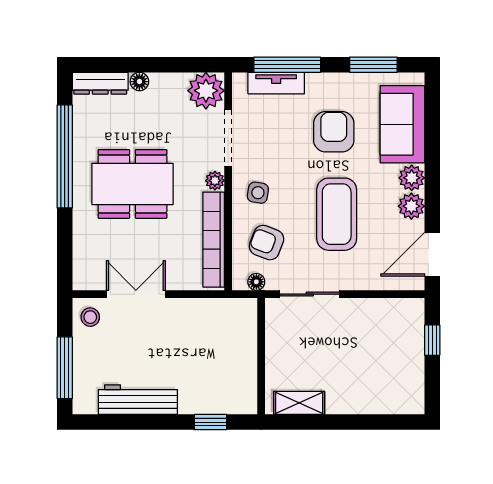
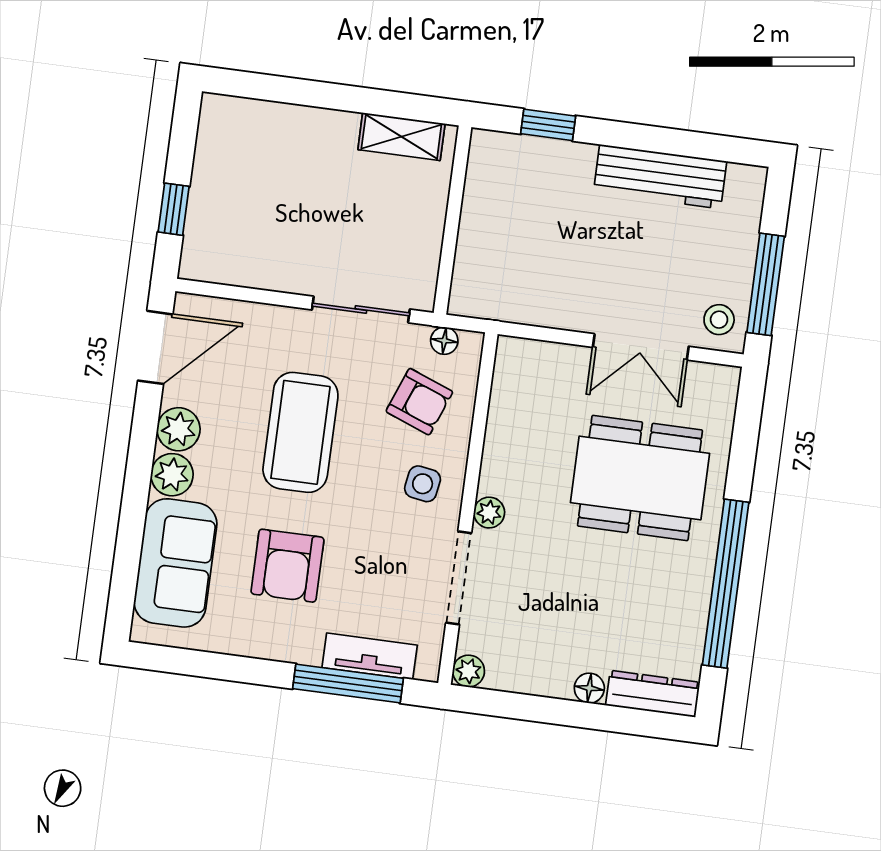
window: (373, 65) -> (209, 665), removed
plant: (206, 91) -> (469, 671), width x0.53, depth x0.53
dining table: (133, 184) -> (640, 478), moved
bookcase: (214, 240) -> (504, 418), removed
window: (65, 368) -> (766, 284), moved

